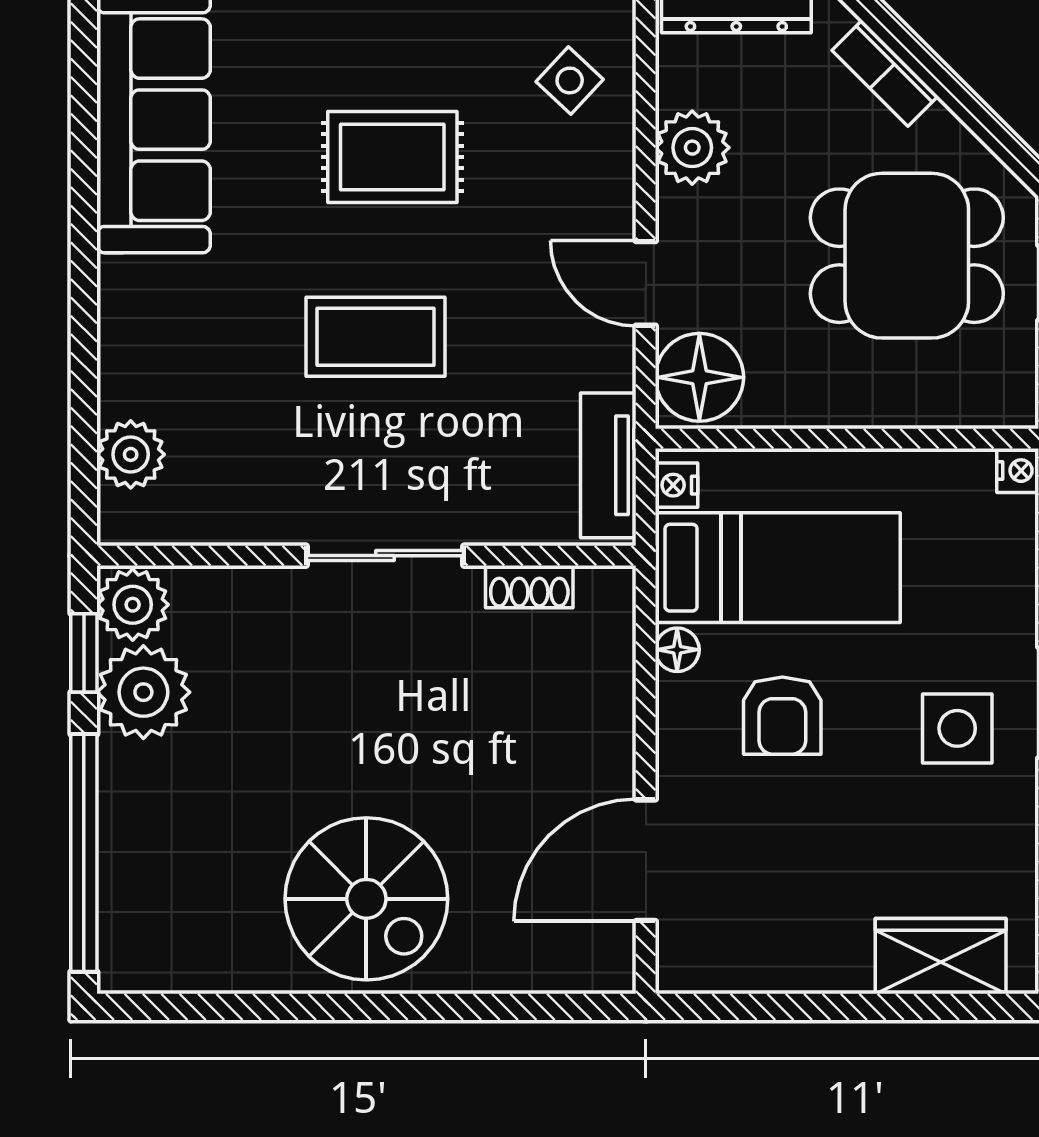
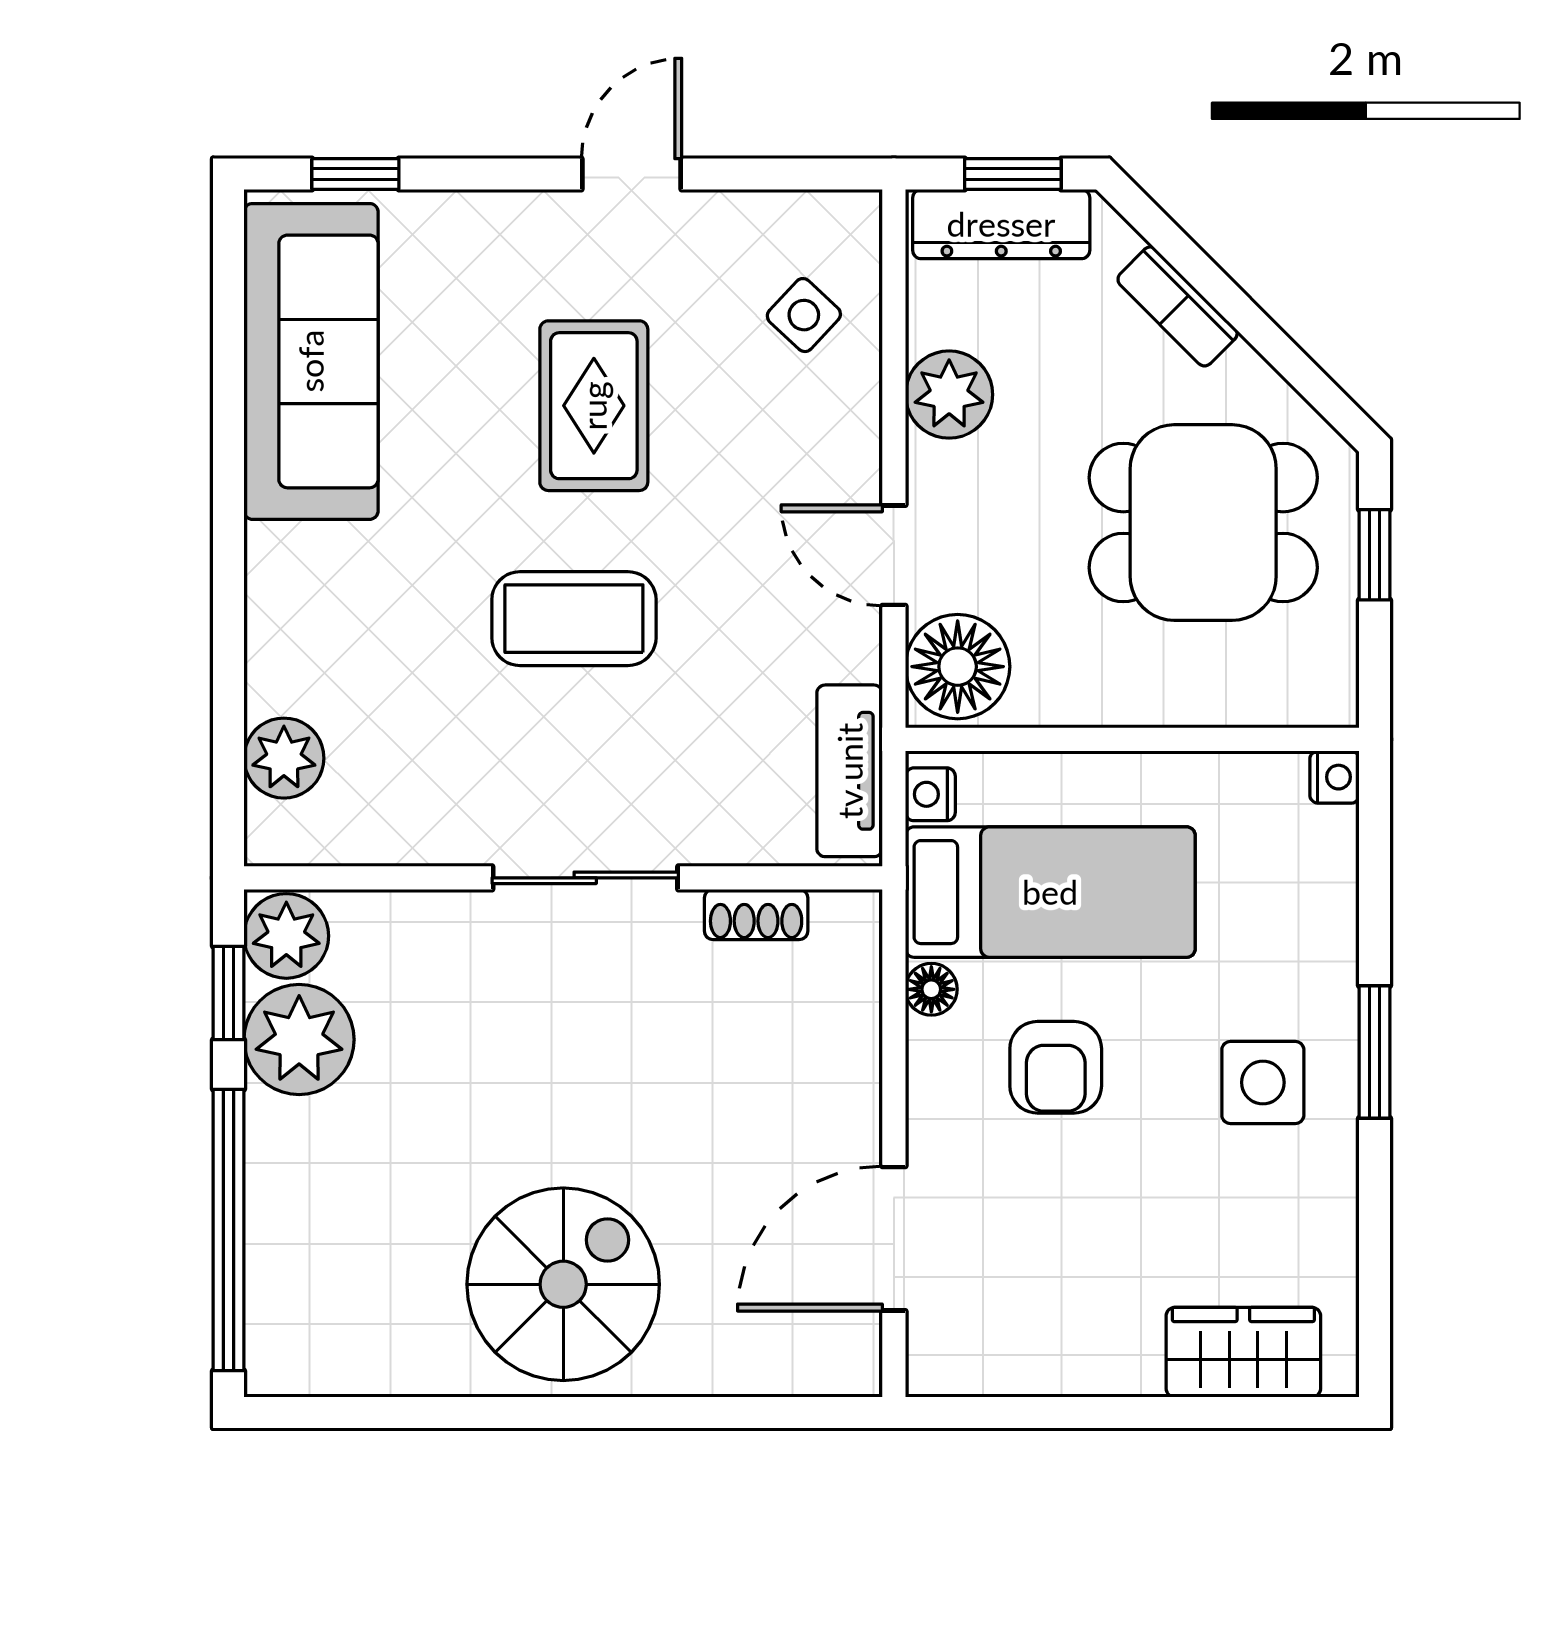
rug: (392, 157) -> (594, 406), turned 90
spiral stairs: (366, 899) -> (563, 1284), turned -90

